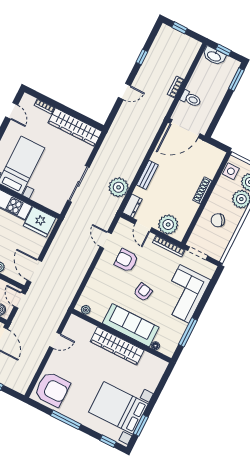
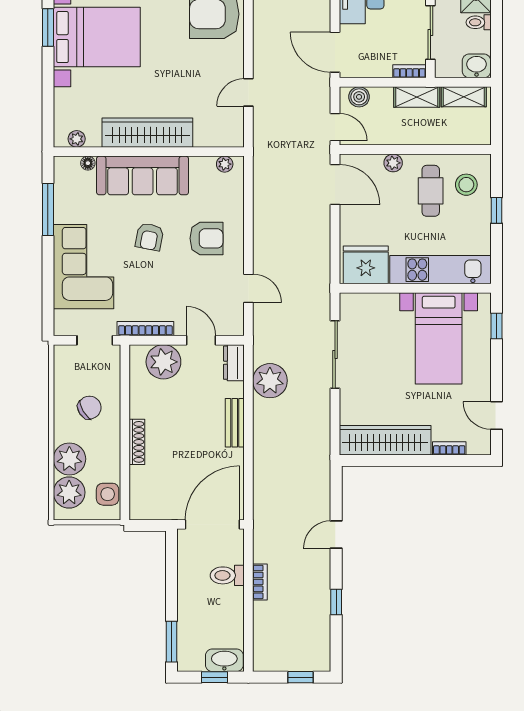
armchair: (126, 260) -> (206, 238), moved
plant: (155, 361) -> (77, 139), added

